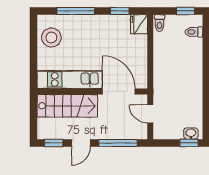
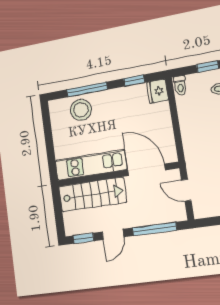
stool: (51, 38) -> (81, 110), moved

